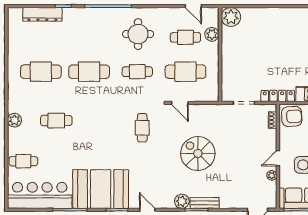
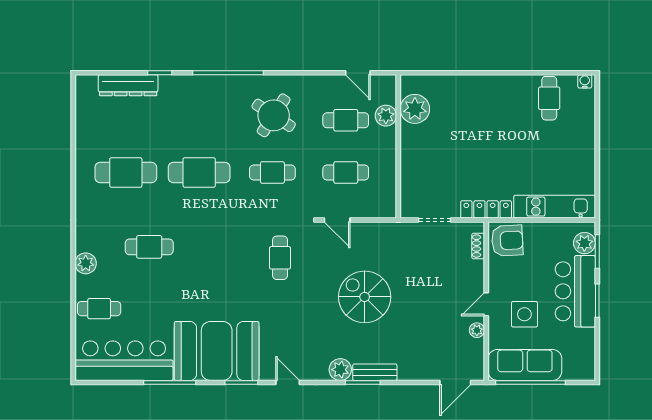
plant: (231, 17) -> (415, 109), moved
round table: (138, 34) -> (274, 115), turned 33
cafe table: (185, 72) -> (346, 172), width x0.73, depth x0.74
plant: (14, 120) -> (86, 263), moved

